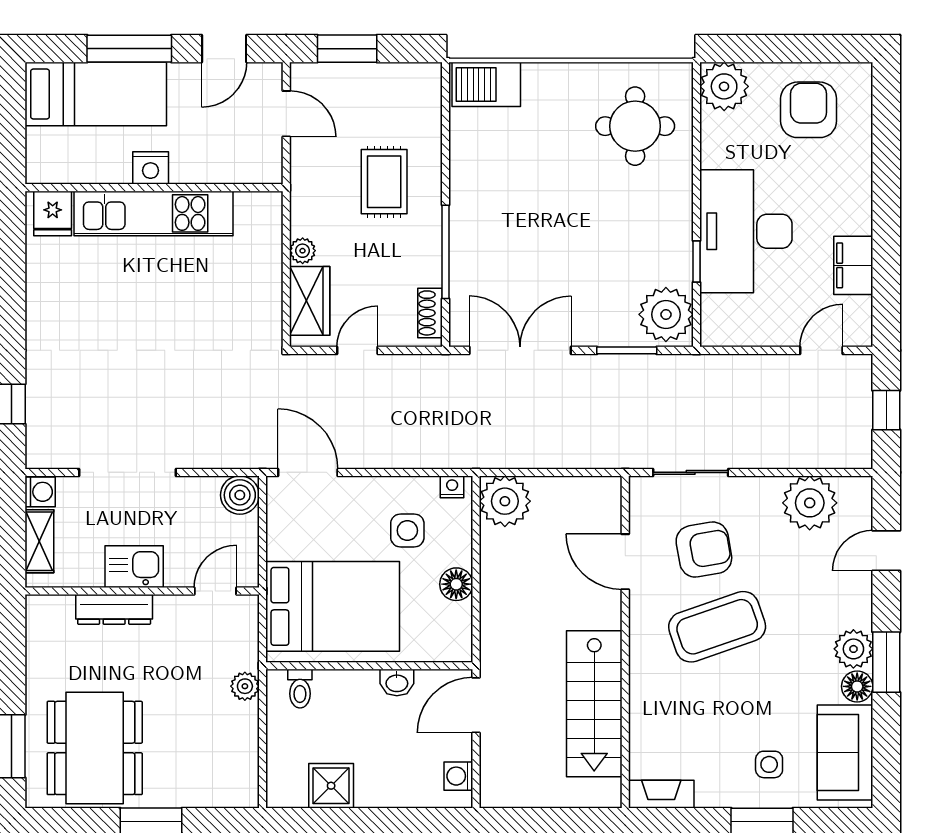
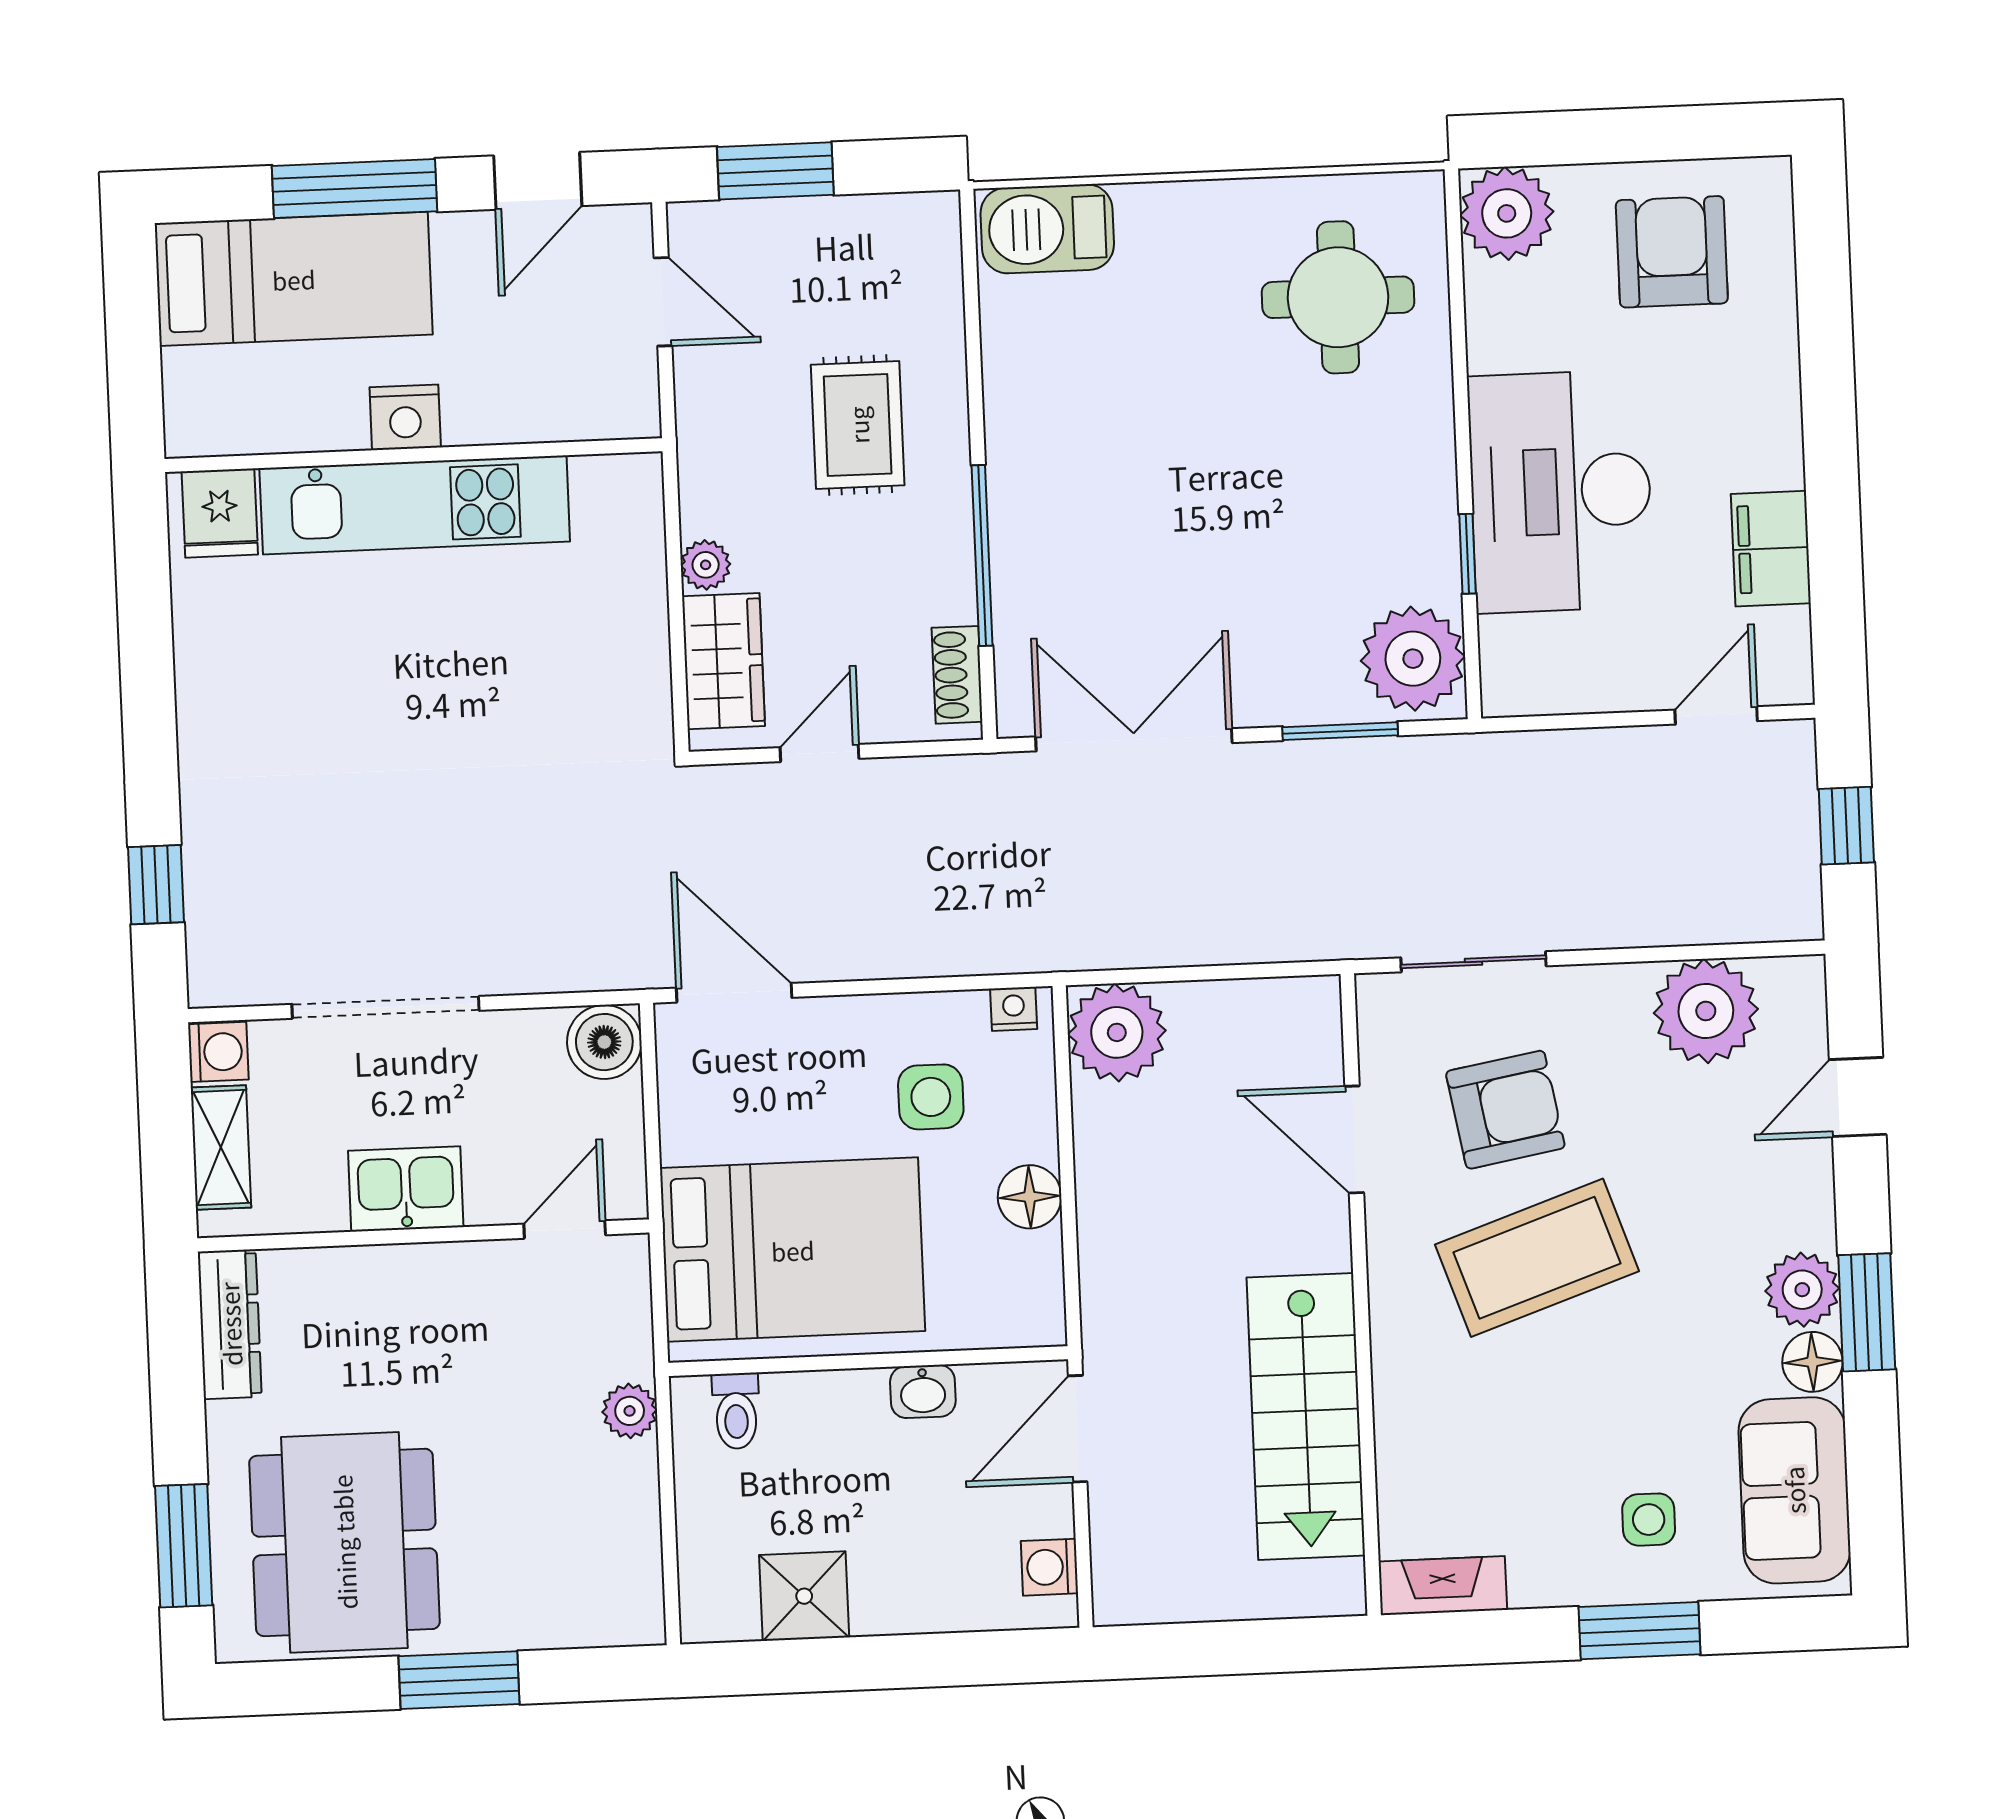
dresser: (114, 609) -> (230, 1324), moved, turned -90

